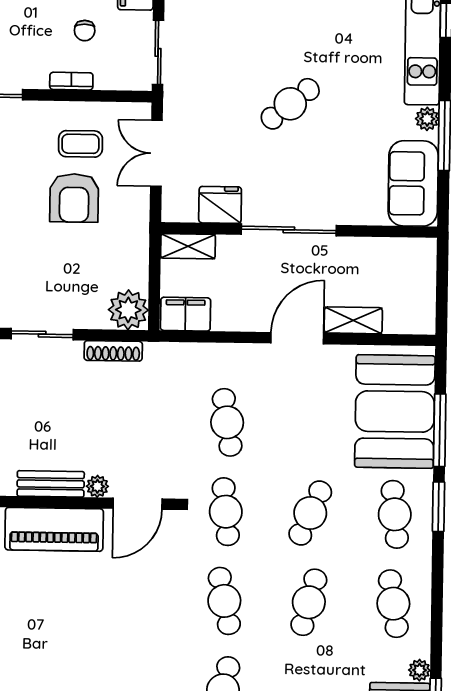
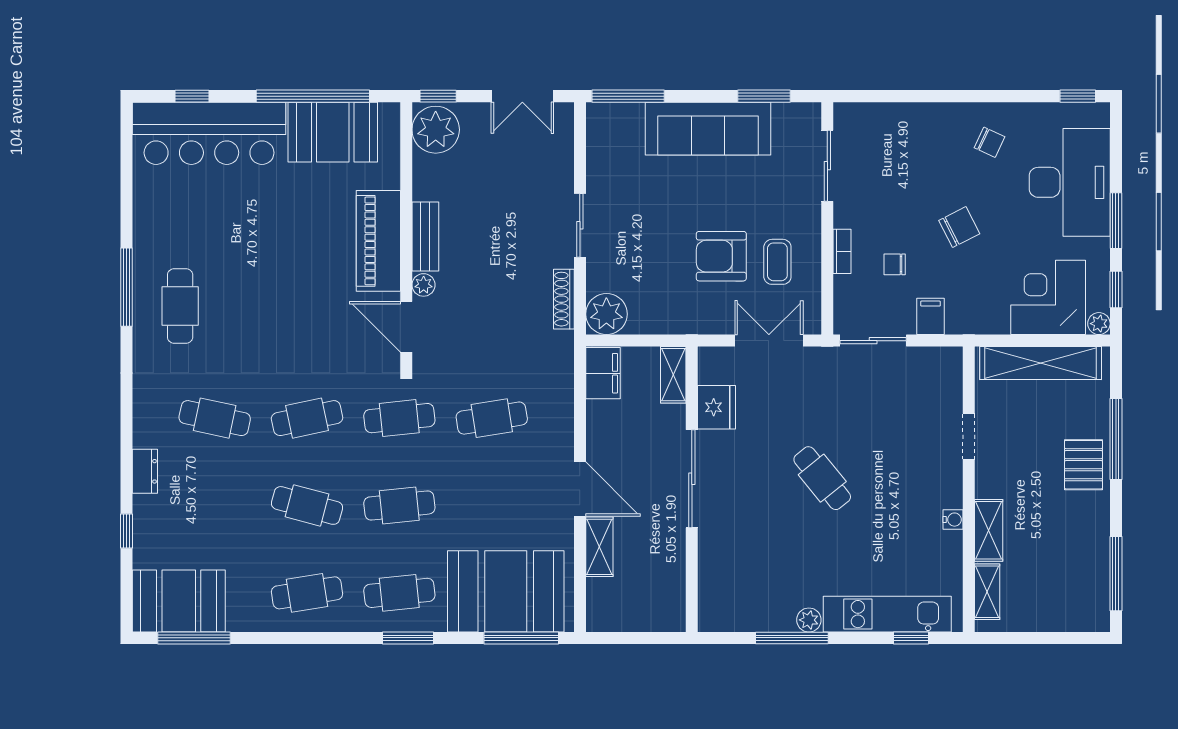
sofa: (413, 183) -> (742, 607), removed
window: (440, 430) -> (521, 638), moved
cafe table: (310, 513) -> (399, 505), turned -30
plant: (419, 670) -> (239, 621), removed

